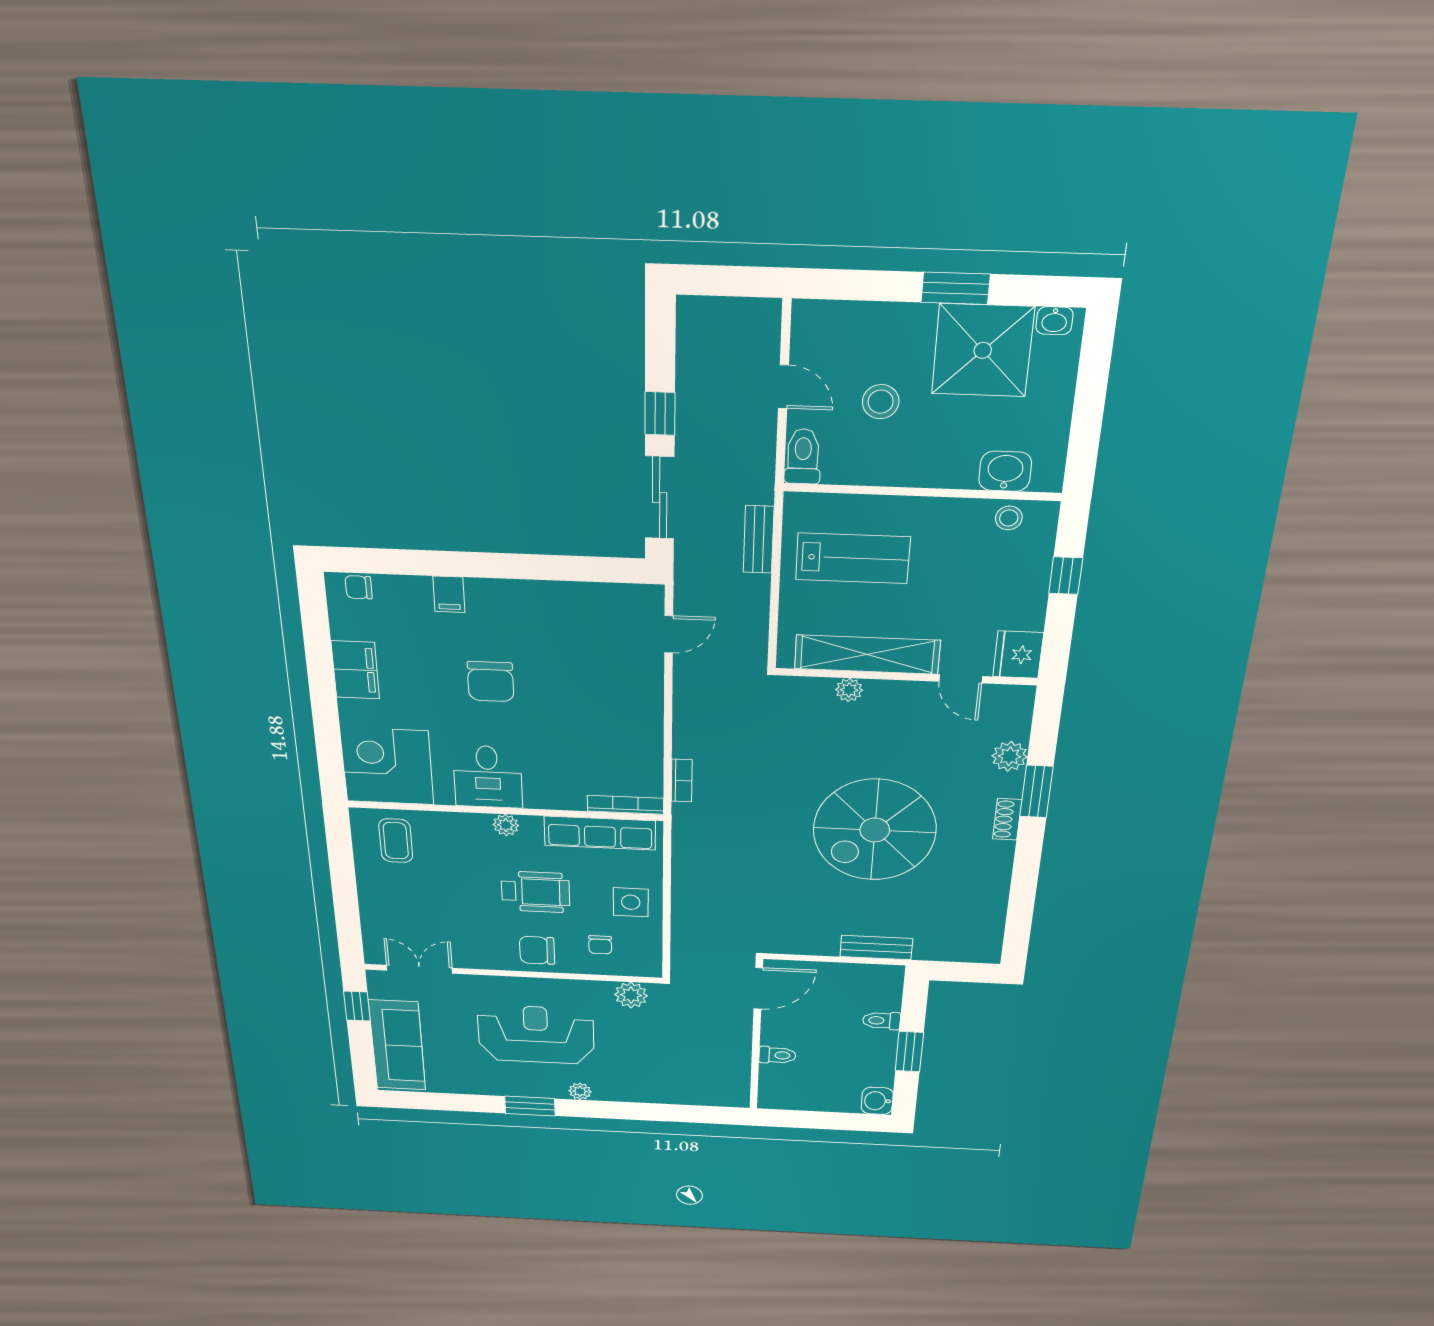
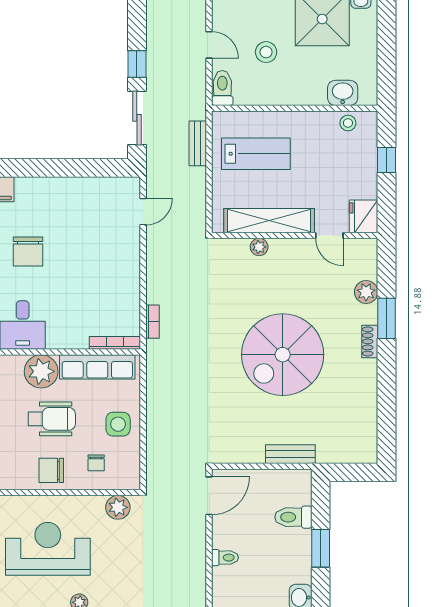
plant: (506, 825) -> (41, 371), width x1.87, depth x1.87
toilet: (882, 1021) -> (293, 517), width x1.37, depth x1.39

